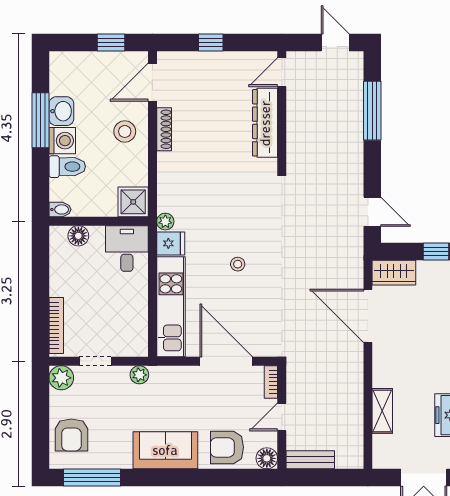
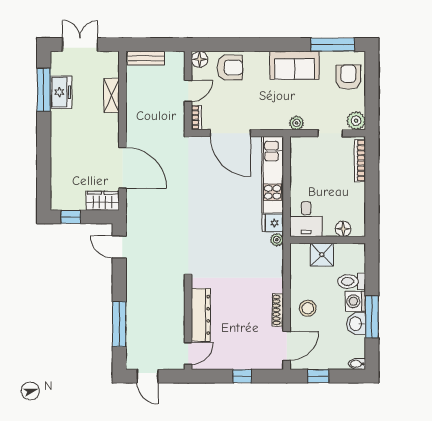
shower: (133, 202) -> (322, 255), moved
bidet: (60, 209) -> (357, 364), moved
stool: (238, 264) -> (222, 207), removed
sofa: (165, 450) -> (294, 65), moved
bench: (310, 460) -> (146, 58), moved

